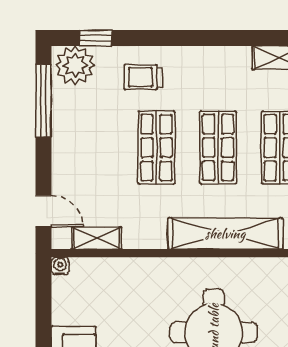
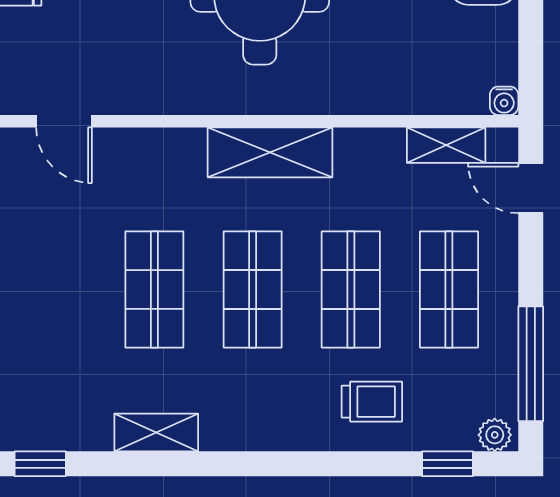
plant: (75, 65) -> (495, 435), width x0.53, depth x0.53
shop shelf: (95, 148) -> (449, 289), added
shelving: (225, 234) -> (270, 152), width x0.68

